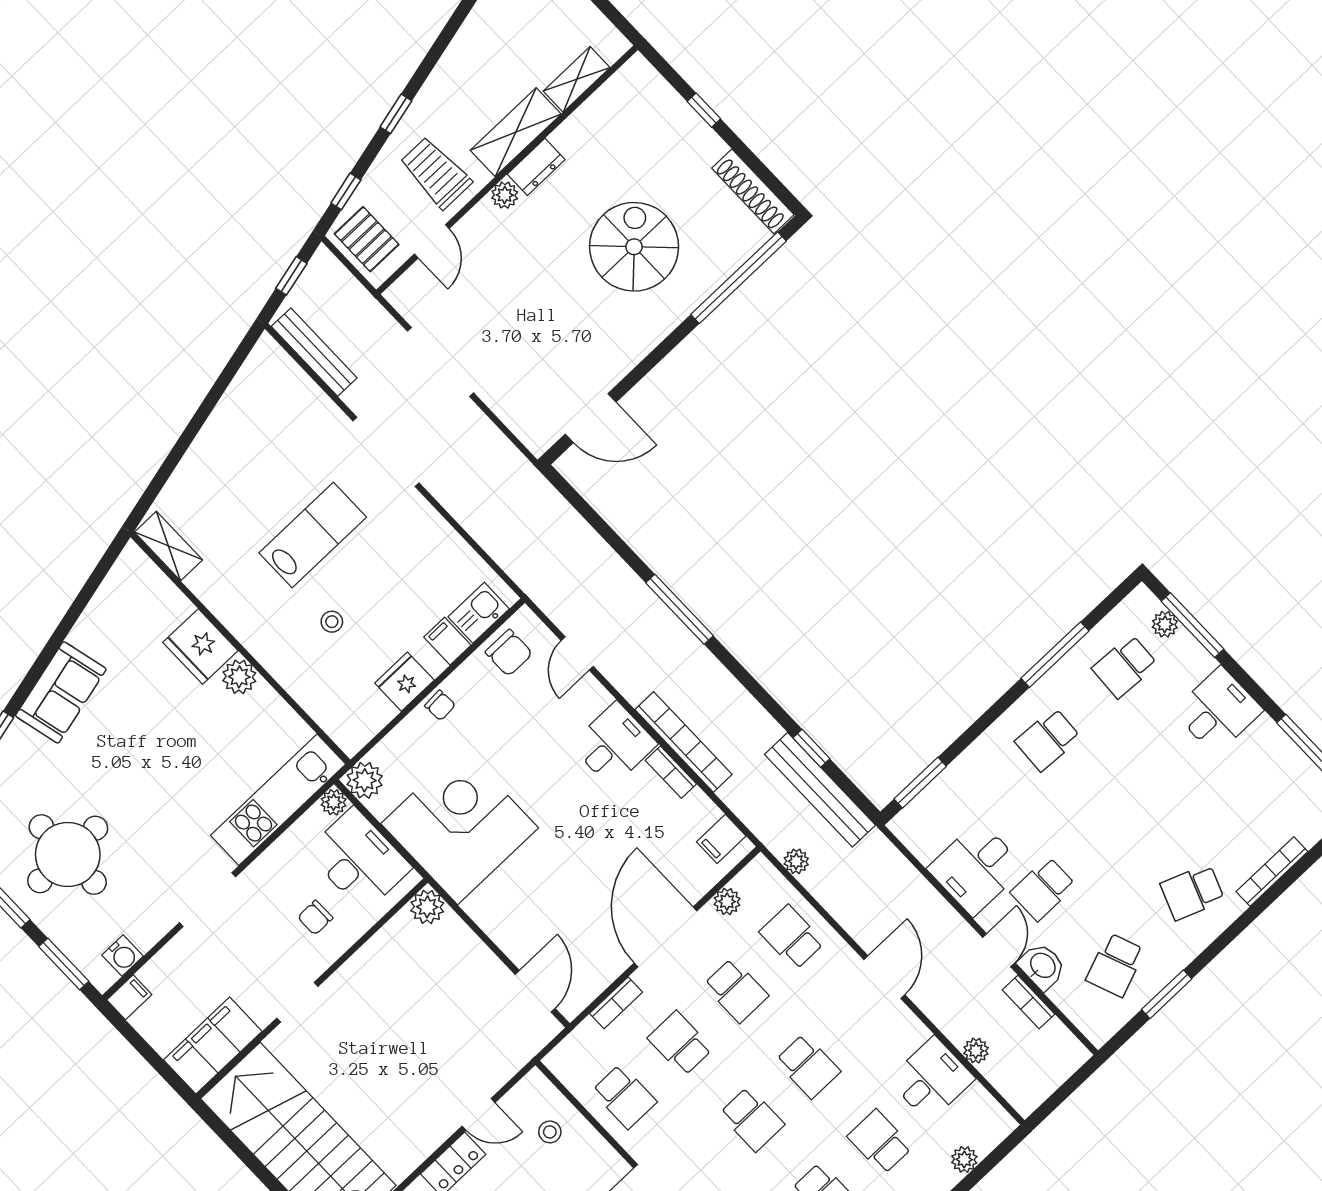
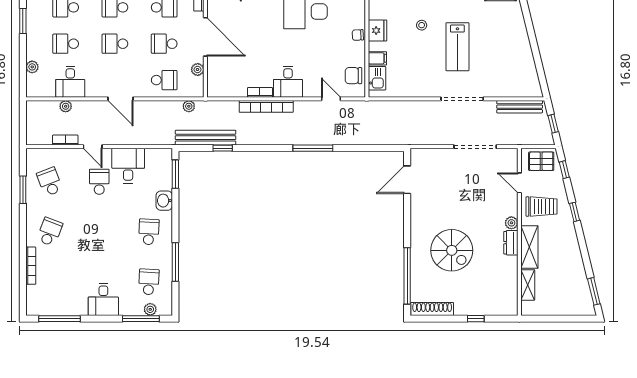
filing cabinet: (721, 839) -> (221, 88), removed
washbasin: (1042, 966) -> (164, 201), moved, turned 90
school desk: (880, 1142) -> (66, 44), turned 180

